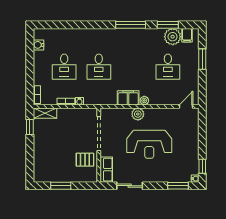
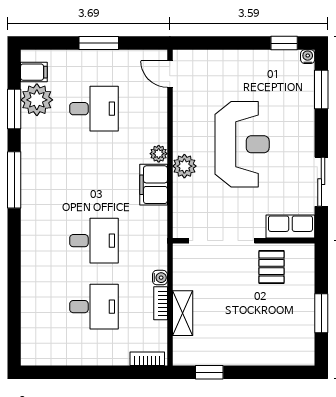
water cooler: (38, 45) -> (52, 356), removed
window: (202, 59) -> (99, 43), moved
shelving: (45, 113) -> (183, 313), moved

